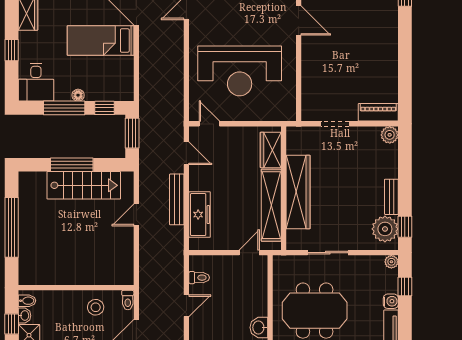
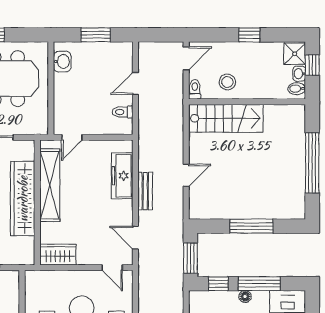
wardrobe: (271, 150) -> (58, 255), moved, turned -90
stairs: (84, 185) -> (226, 118), moved, turned 180
bench: (177, 199) -> (145, 191), width x0.73

